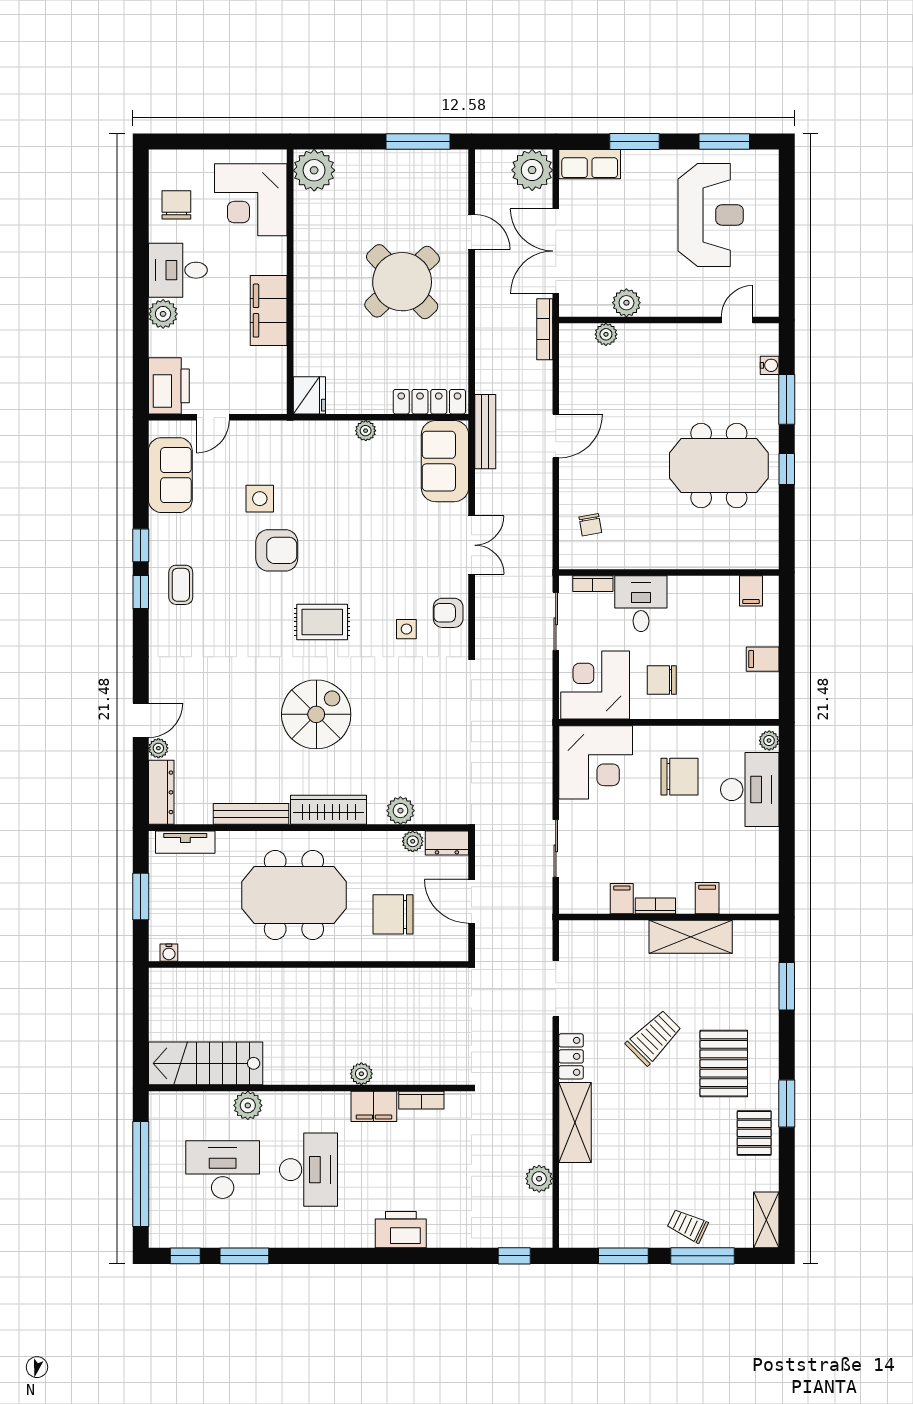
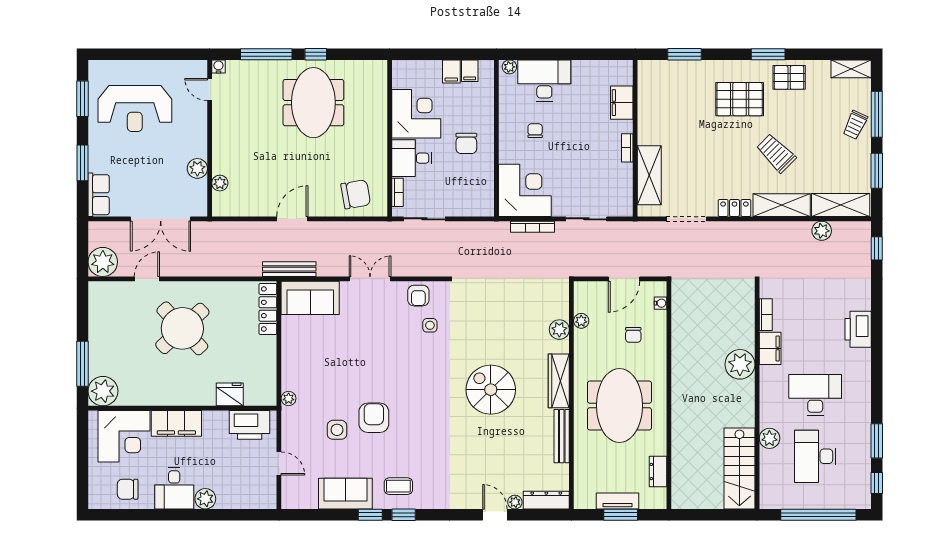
window: (418, 142) -> (82, 364), moved
plant: (532, 170) -> (103, 262), moved
reception desk: (711, 215) -> (135, 108), turned 180
filing cabinet: (269, 311) -> (176, 423), moved
bookcase: (545, 329) -> (533, 227), moved
water cooler: (770, 365) -> (218, 66), moved
printer: (169, 386) -> (250, 425), moved, turned 180
fridge: (309, 395) -> (230, 394), moved
window: (787, 399) -> (266, 54), width x1.44
plant: (366, 431) -> (289, 398), moved
door: (556, 436) -> (292, 219), hinge flipped
sofa: (170, 475) -> (345, 494), moved
chair: (590, 525) -> (356, 194), width x1.87, depth x1.87
filing cabinet: (751, 591) -> (470, 71), moved, turned 90
rug: (322, 622) -> (425, 385), removed
corner desk: (595, 685) -> (416, 114), moved, turned 180
chair: (680, 777) -> (535, 131), width x0.54, depth x0.54
tv unit: (185, 842) -> (618, 501), moved, turned -90
dresser: (447, 843) -> (658, 472), moved, turned 180
filing cabinet: (707, 898) -> (622, 103), width x2.00
filing cabinet: (622, 899) -> (622, 172), removed
chair: (393, 914) -> (633, 335), width x0.54, depth x0.54
shelving: (691, 937) -> (649, 175), moved
water cooler: (169, 953) -> (660, 303), moved
trolley: (654, 1037) -> (776, 153), moved
plant: (361, 1074) -> (740, 364), width x1.88, depth x1.88
shelving: (575, 1205) -> (841, 205), added

